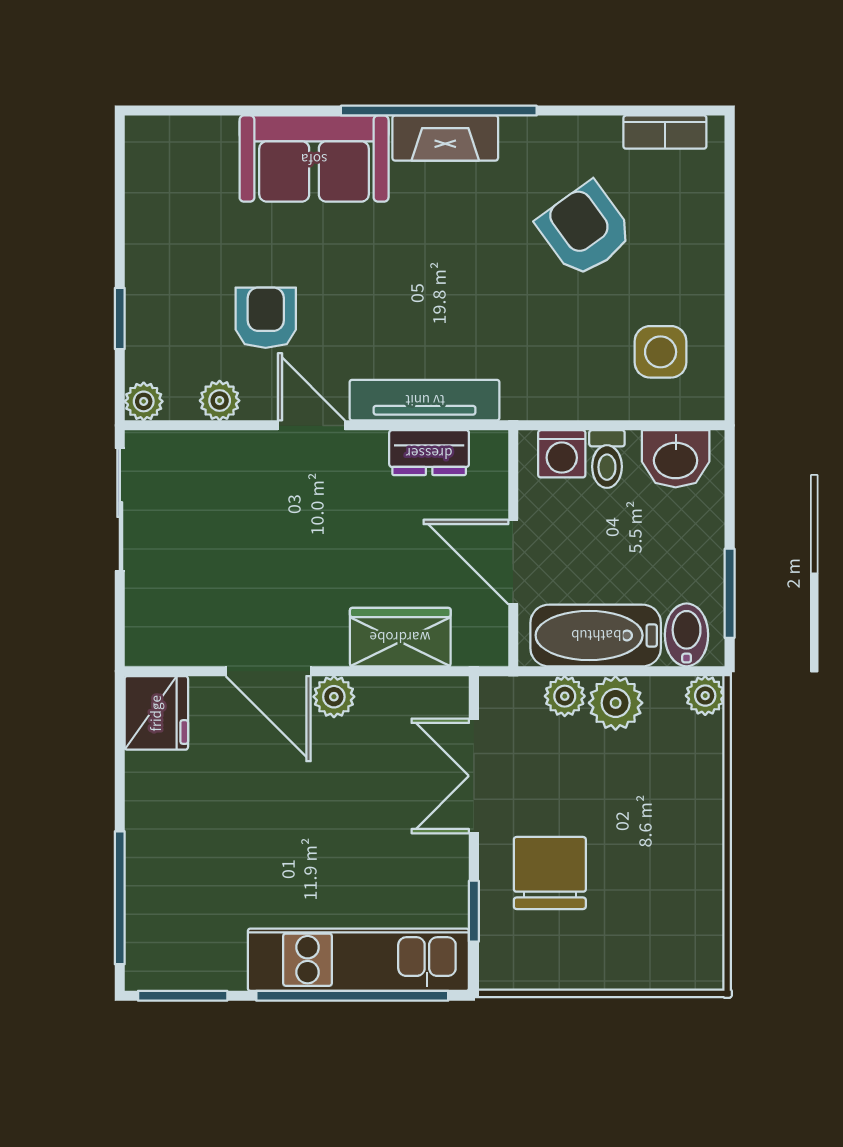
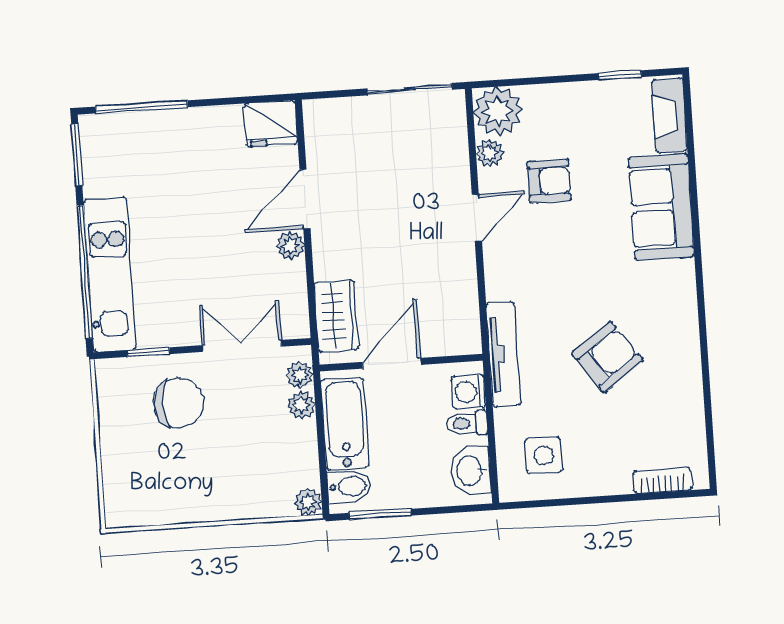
window: (439, 111) -> (700, 291), removed
bookcase: (665, 132) -> (662, 481), moved, turned 90
fireplace: (445, 138) -> (669, 116), moved
armchair: (585, 230) -> (607, 357), moved
window: (120, 319) -> (620, 75), moved
tv unit: (425, 400) -> (503, 354), moved
plant: (144, 401) -> (498, 111), width x1.88, depth x1.88
dresser: (429, 453) -> (463, 300), removed
wardrobe: (400, 637) -> (336, 316), moved
plant: (616, 703) -> (300, 375), moved, width x0.73, depth x0.73

